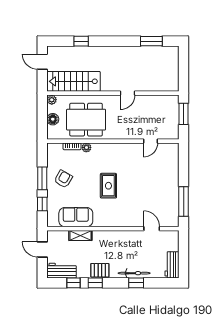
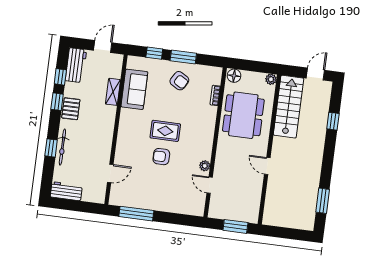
floor lamp: (53, 119) -> (234, 76), moved
plant: (86, 147) -> (205, 166), moved
armchair: (131, 186) -> (161, 157), added

